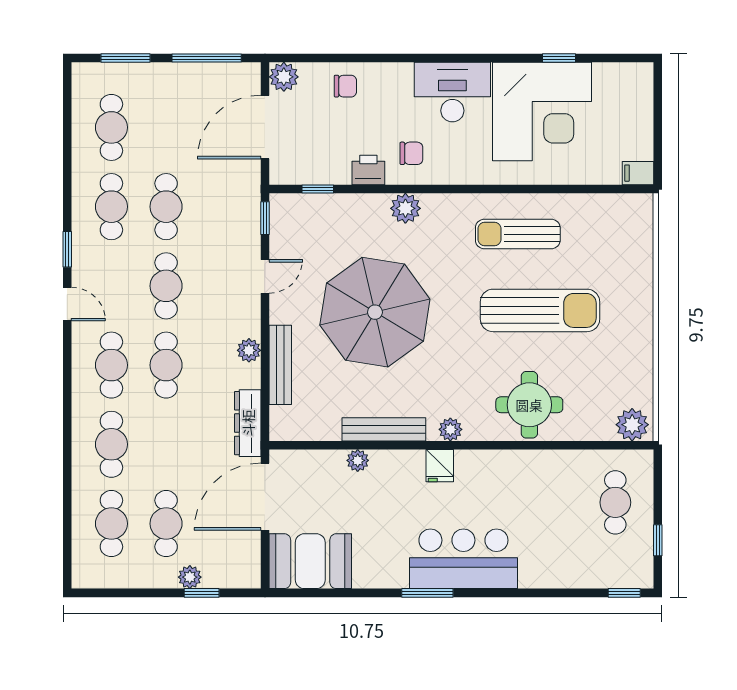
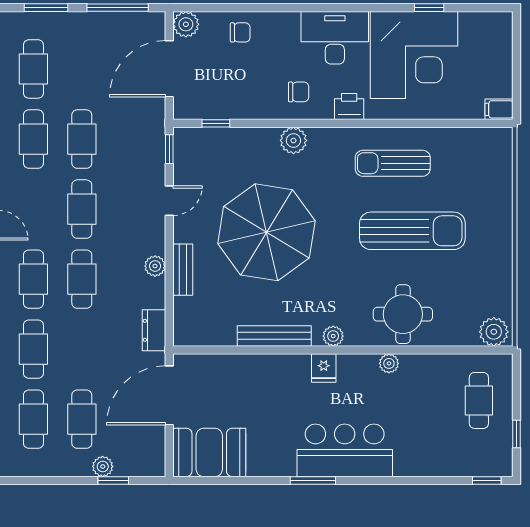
printer: (368, 170) -> (349, 107), moved
bench: (280, 365) -> (183, 270), width x0.73
dresser: (248, 423) -> (154, 330), width x0.70
plant: (358, 460) -> (389, 363), moved

